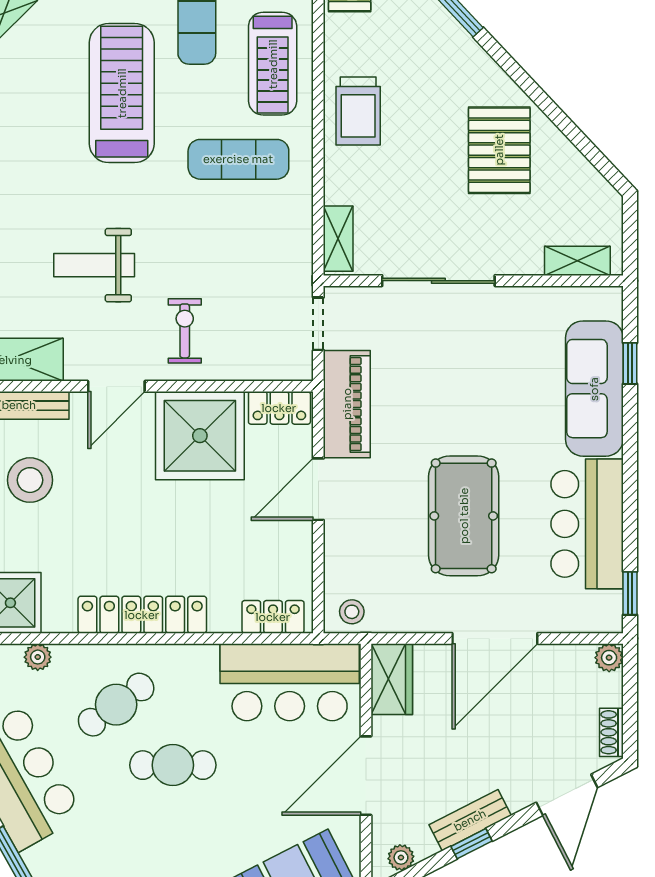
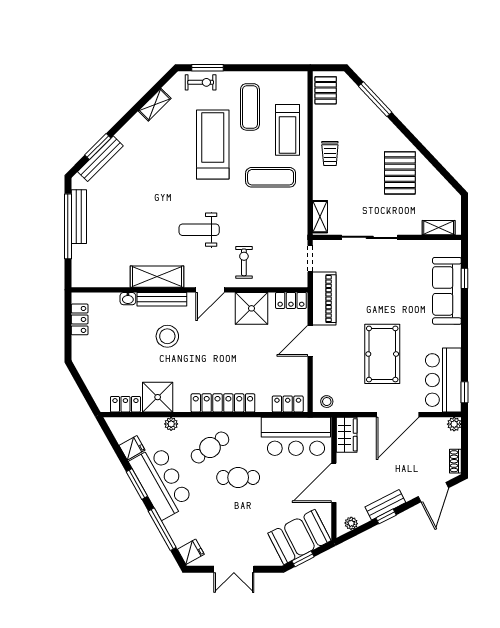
trolley: (358, 111) -> (330, 153), width x0.73, depth x0.72
shower: (200, 436) -> (251, 308), width x0.73, depth x0.73
bar counter: (587, 524) -> (443, 380), moved

